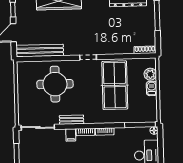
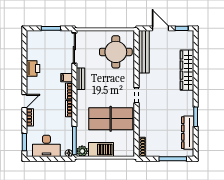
plant: (150, 74) -> (82, 151), moved
round table: (55, 84) -> (116, 52), moved
barbecue: (152, 88) -> (101, 150), width x1.88, depth x1.53

